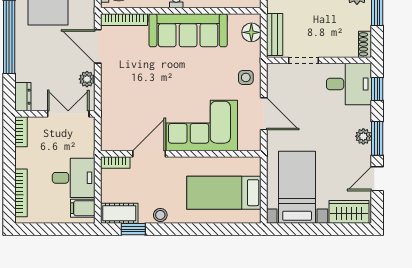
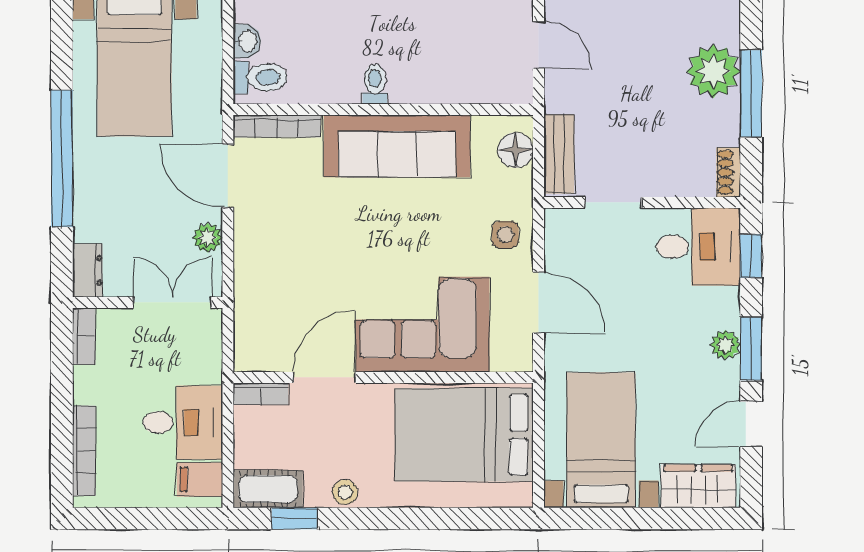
bed: (224, 193) -> (464, 435), width x1.50

